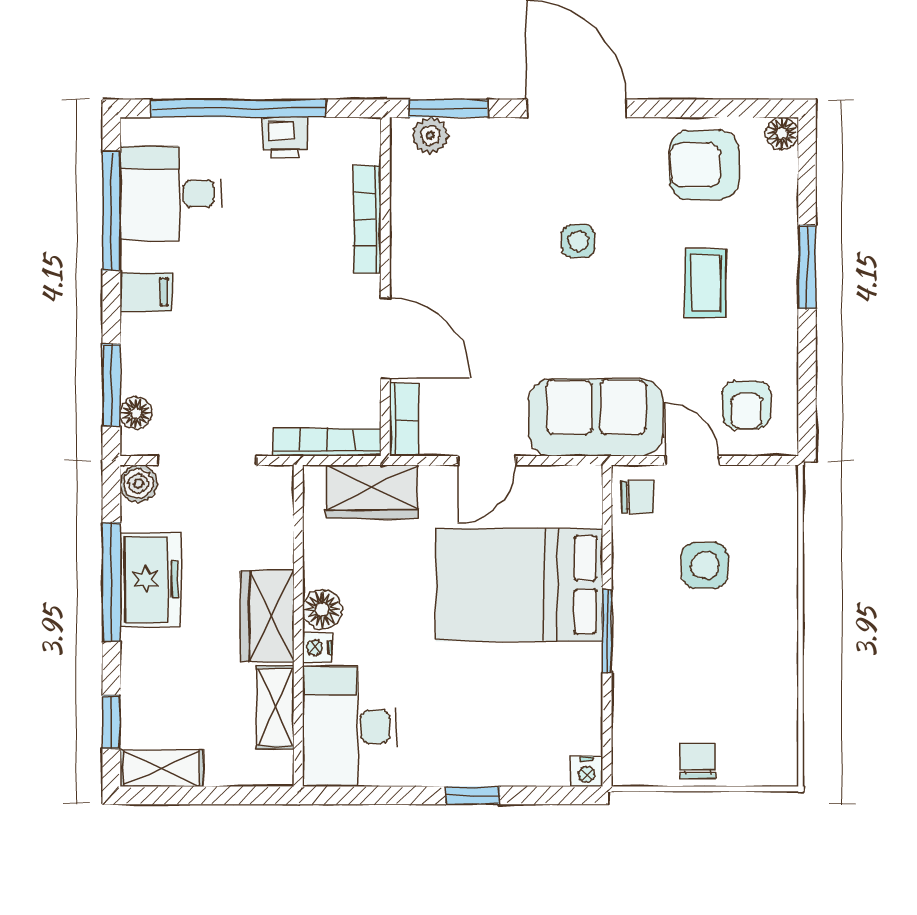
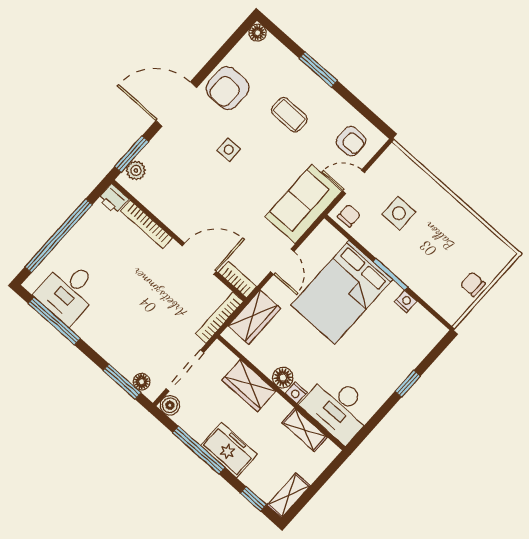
printer: (285, 137) -> (113, 199), moved, turned 90
armchair: (704, 165) -> (228, 88), moved
filing cabinet: (146, 292) -> (98, 336), removed
freezer: (150, 580) -> (229, 450), moved
wardrobe: (267, 616) -> (249, 386), moved
nightstand: (587, 772) -> (406, 301), moved, turned -90

